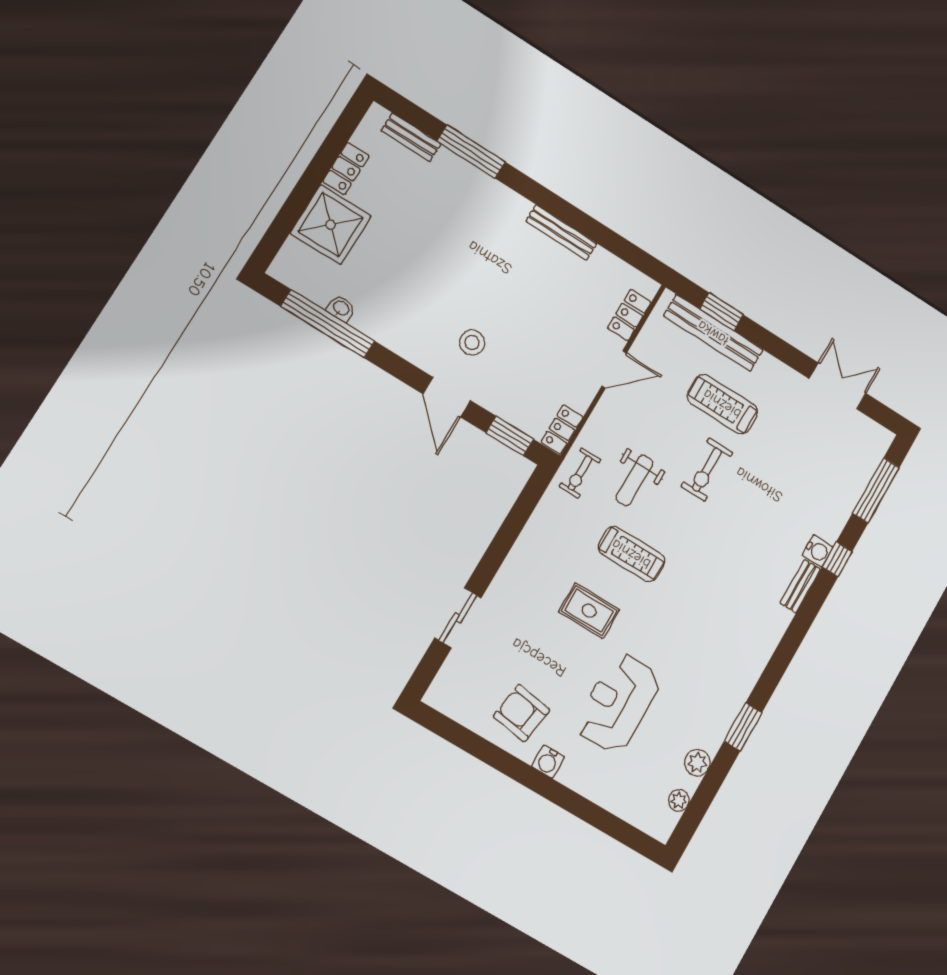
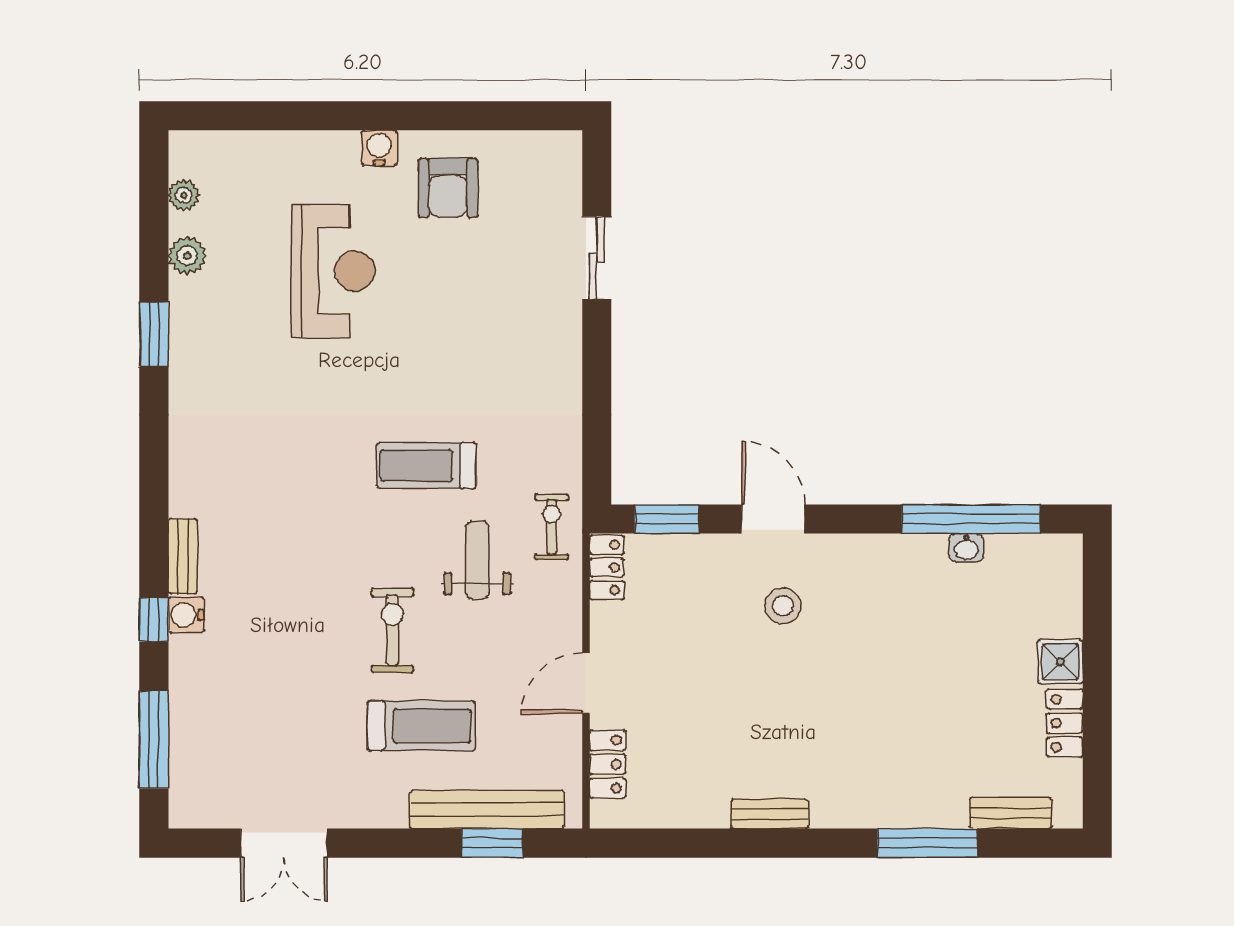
shower: (331, 225) -> (1060, 662), width x0.54, depth x0.54
bench: (561, 232) -> (769, 814), width x0.73
rug: (589, 611) -> (438, 363), removed
armchair: (522, 713) -> (448, 188), turned 81

